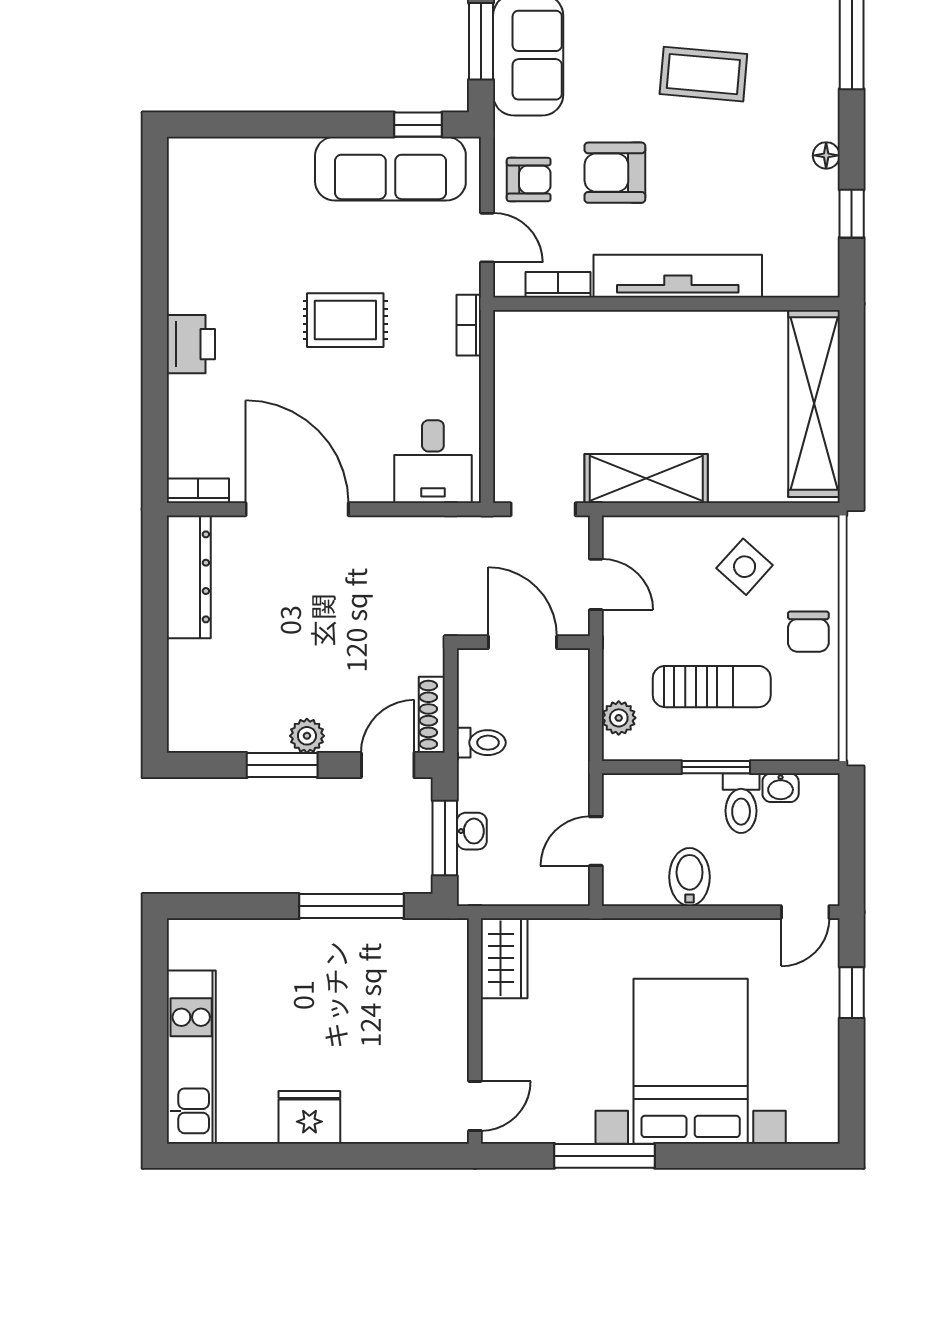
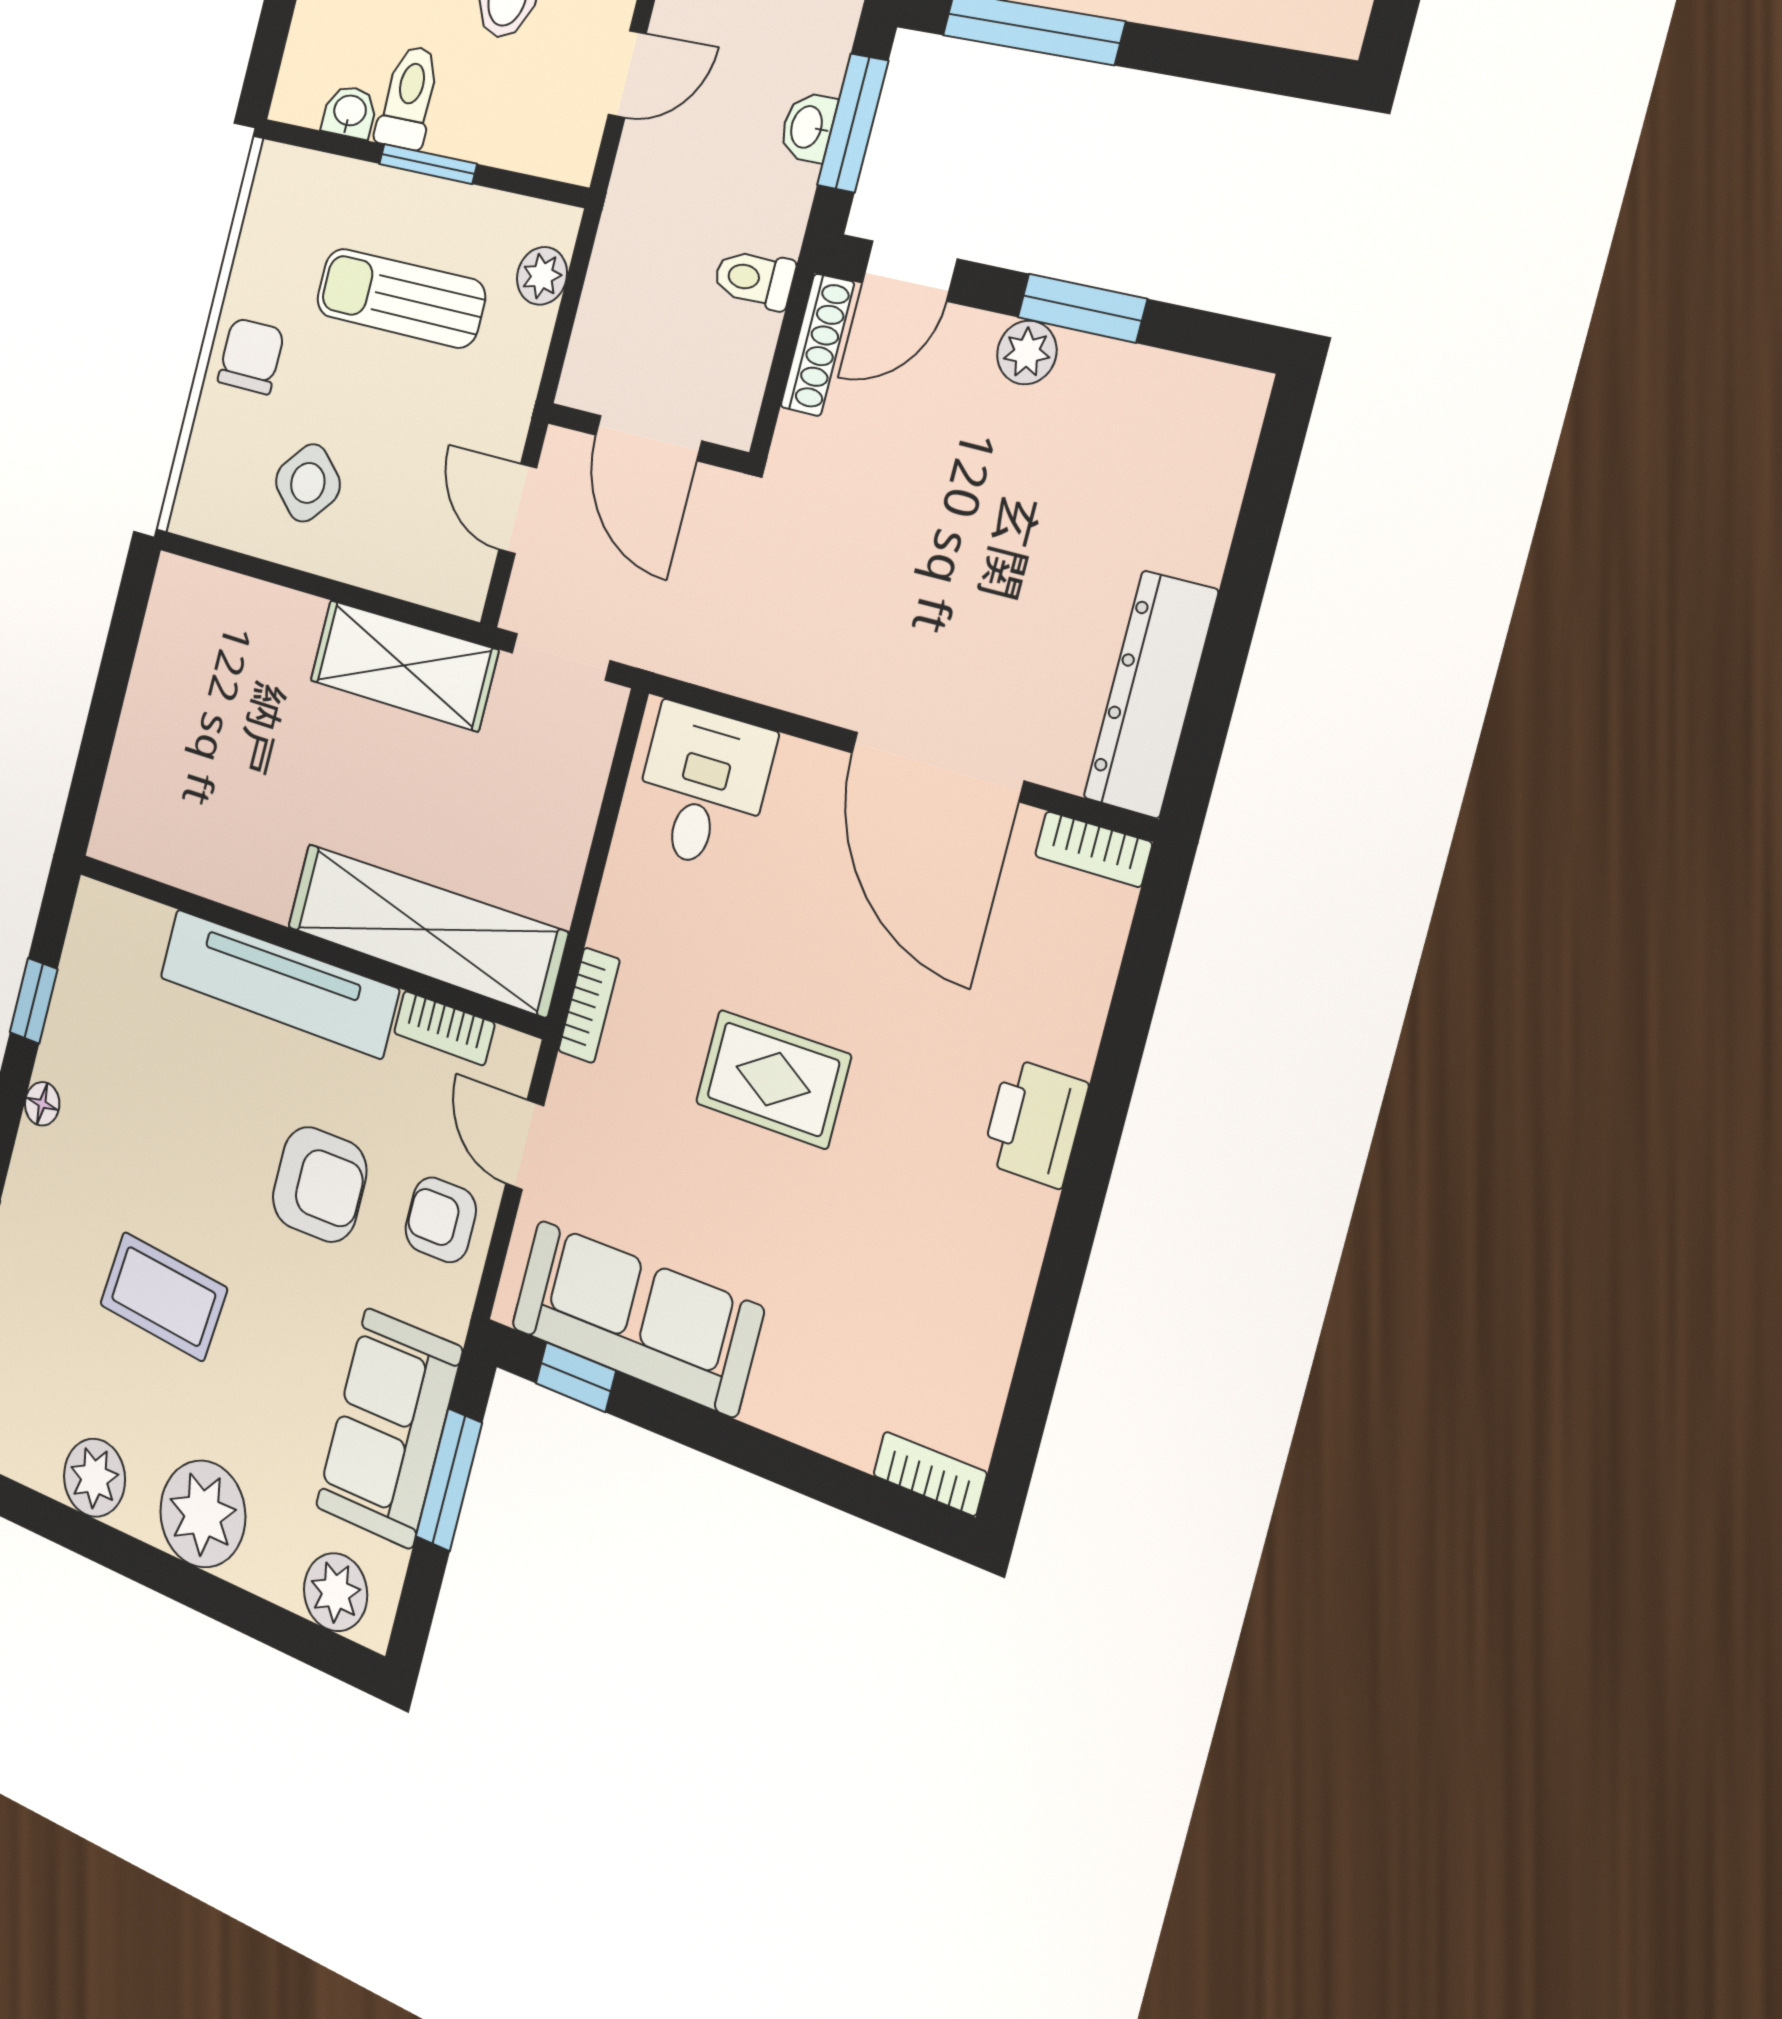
bookcase: (198, 149) -> (930, 1474), added
shelving: (814, 403) -> (426, 930), moved, turned 90

